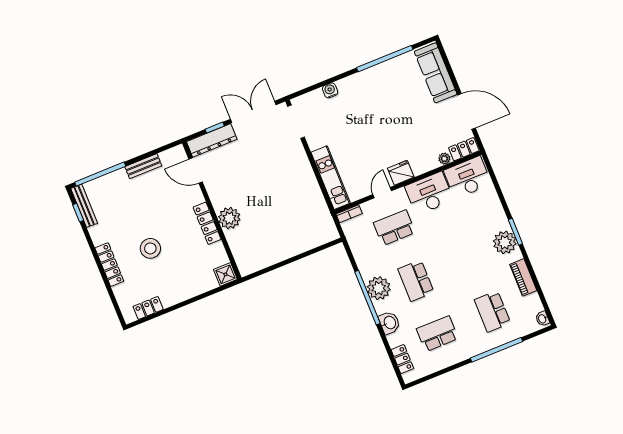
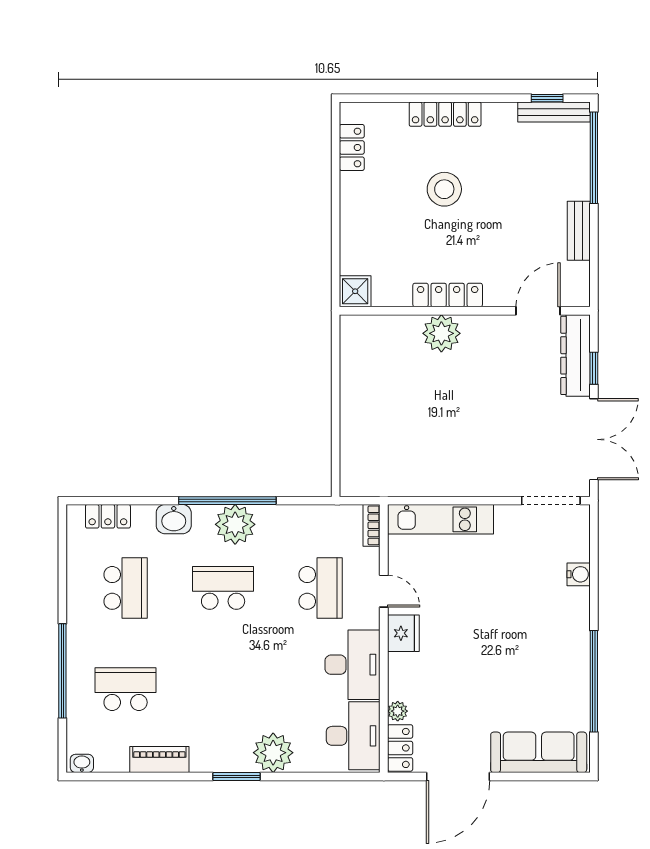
plant: (505, 242) -> (273, 753), moved

